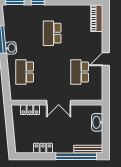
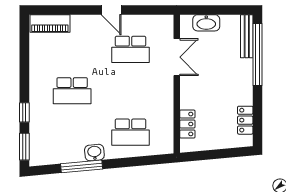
double door: (59, 103) -> (177, 57), moved
locker: (43, 148) -> (245, 120), moved

